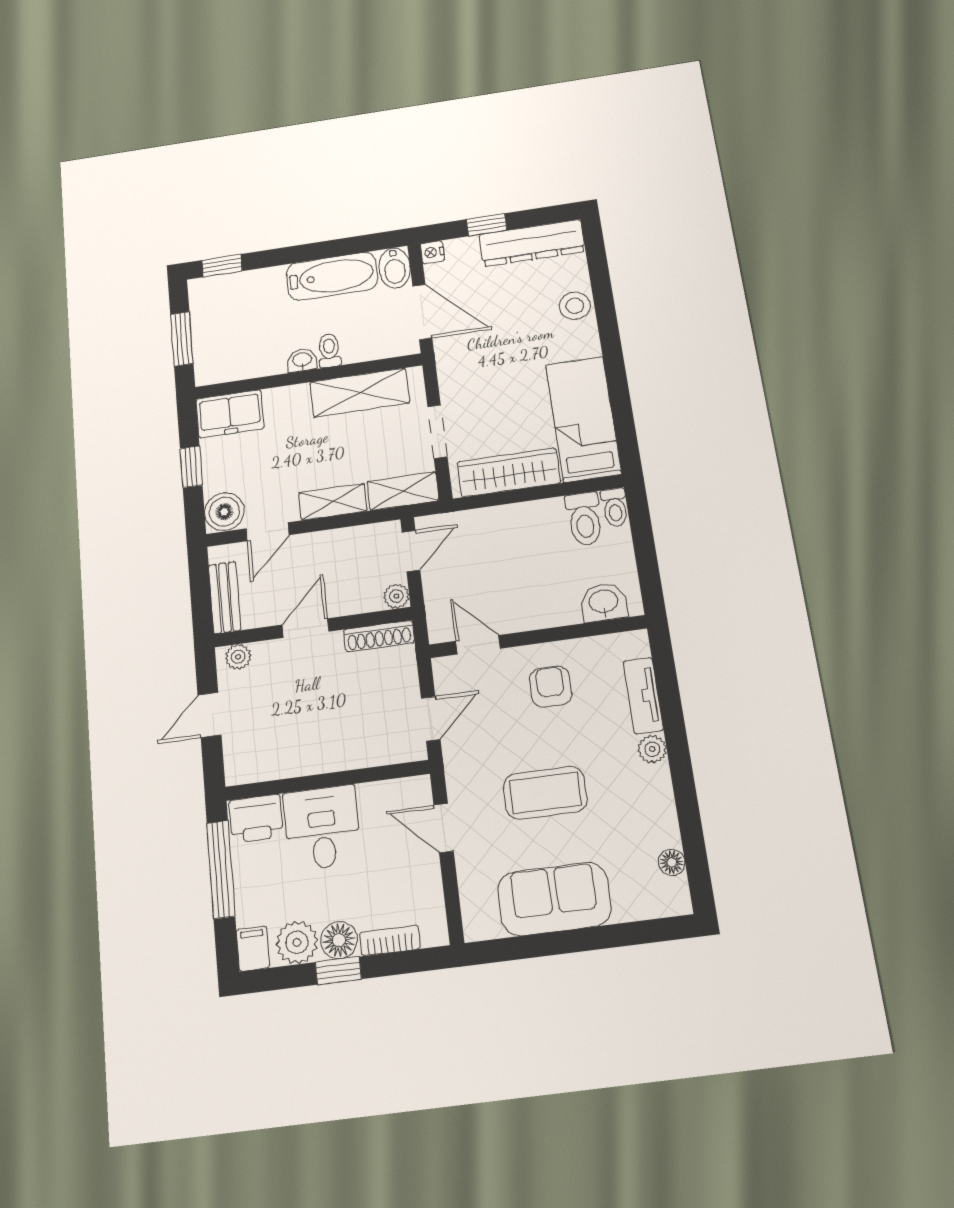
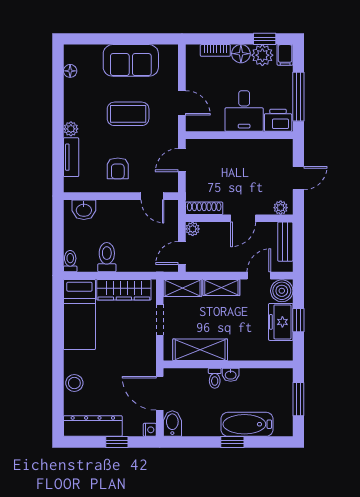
window: (222, 266) -> (232, 442), moved
bathtub: (332, 276) -> (247, 424), moved
freezer: (230, 414) -> (281, 322), moved, turned -90
toilet: (584, 519) -> (107, 257), moved
window: (338, 971) -> (265, 39), moved

